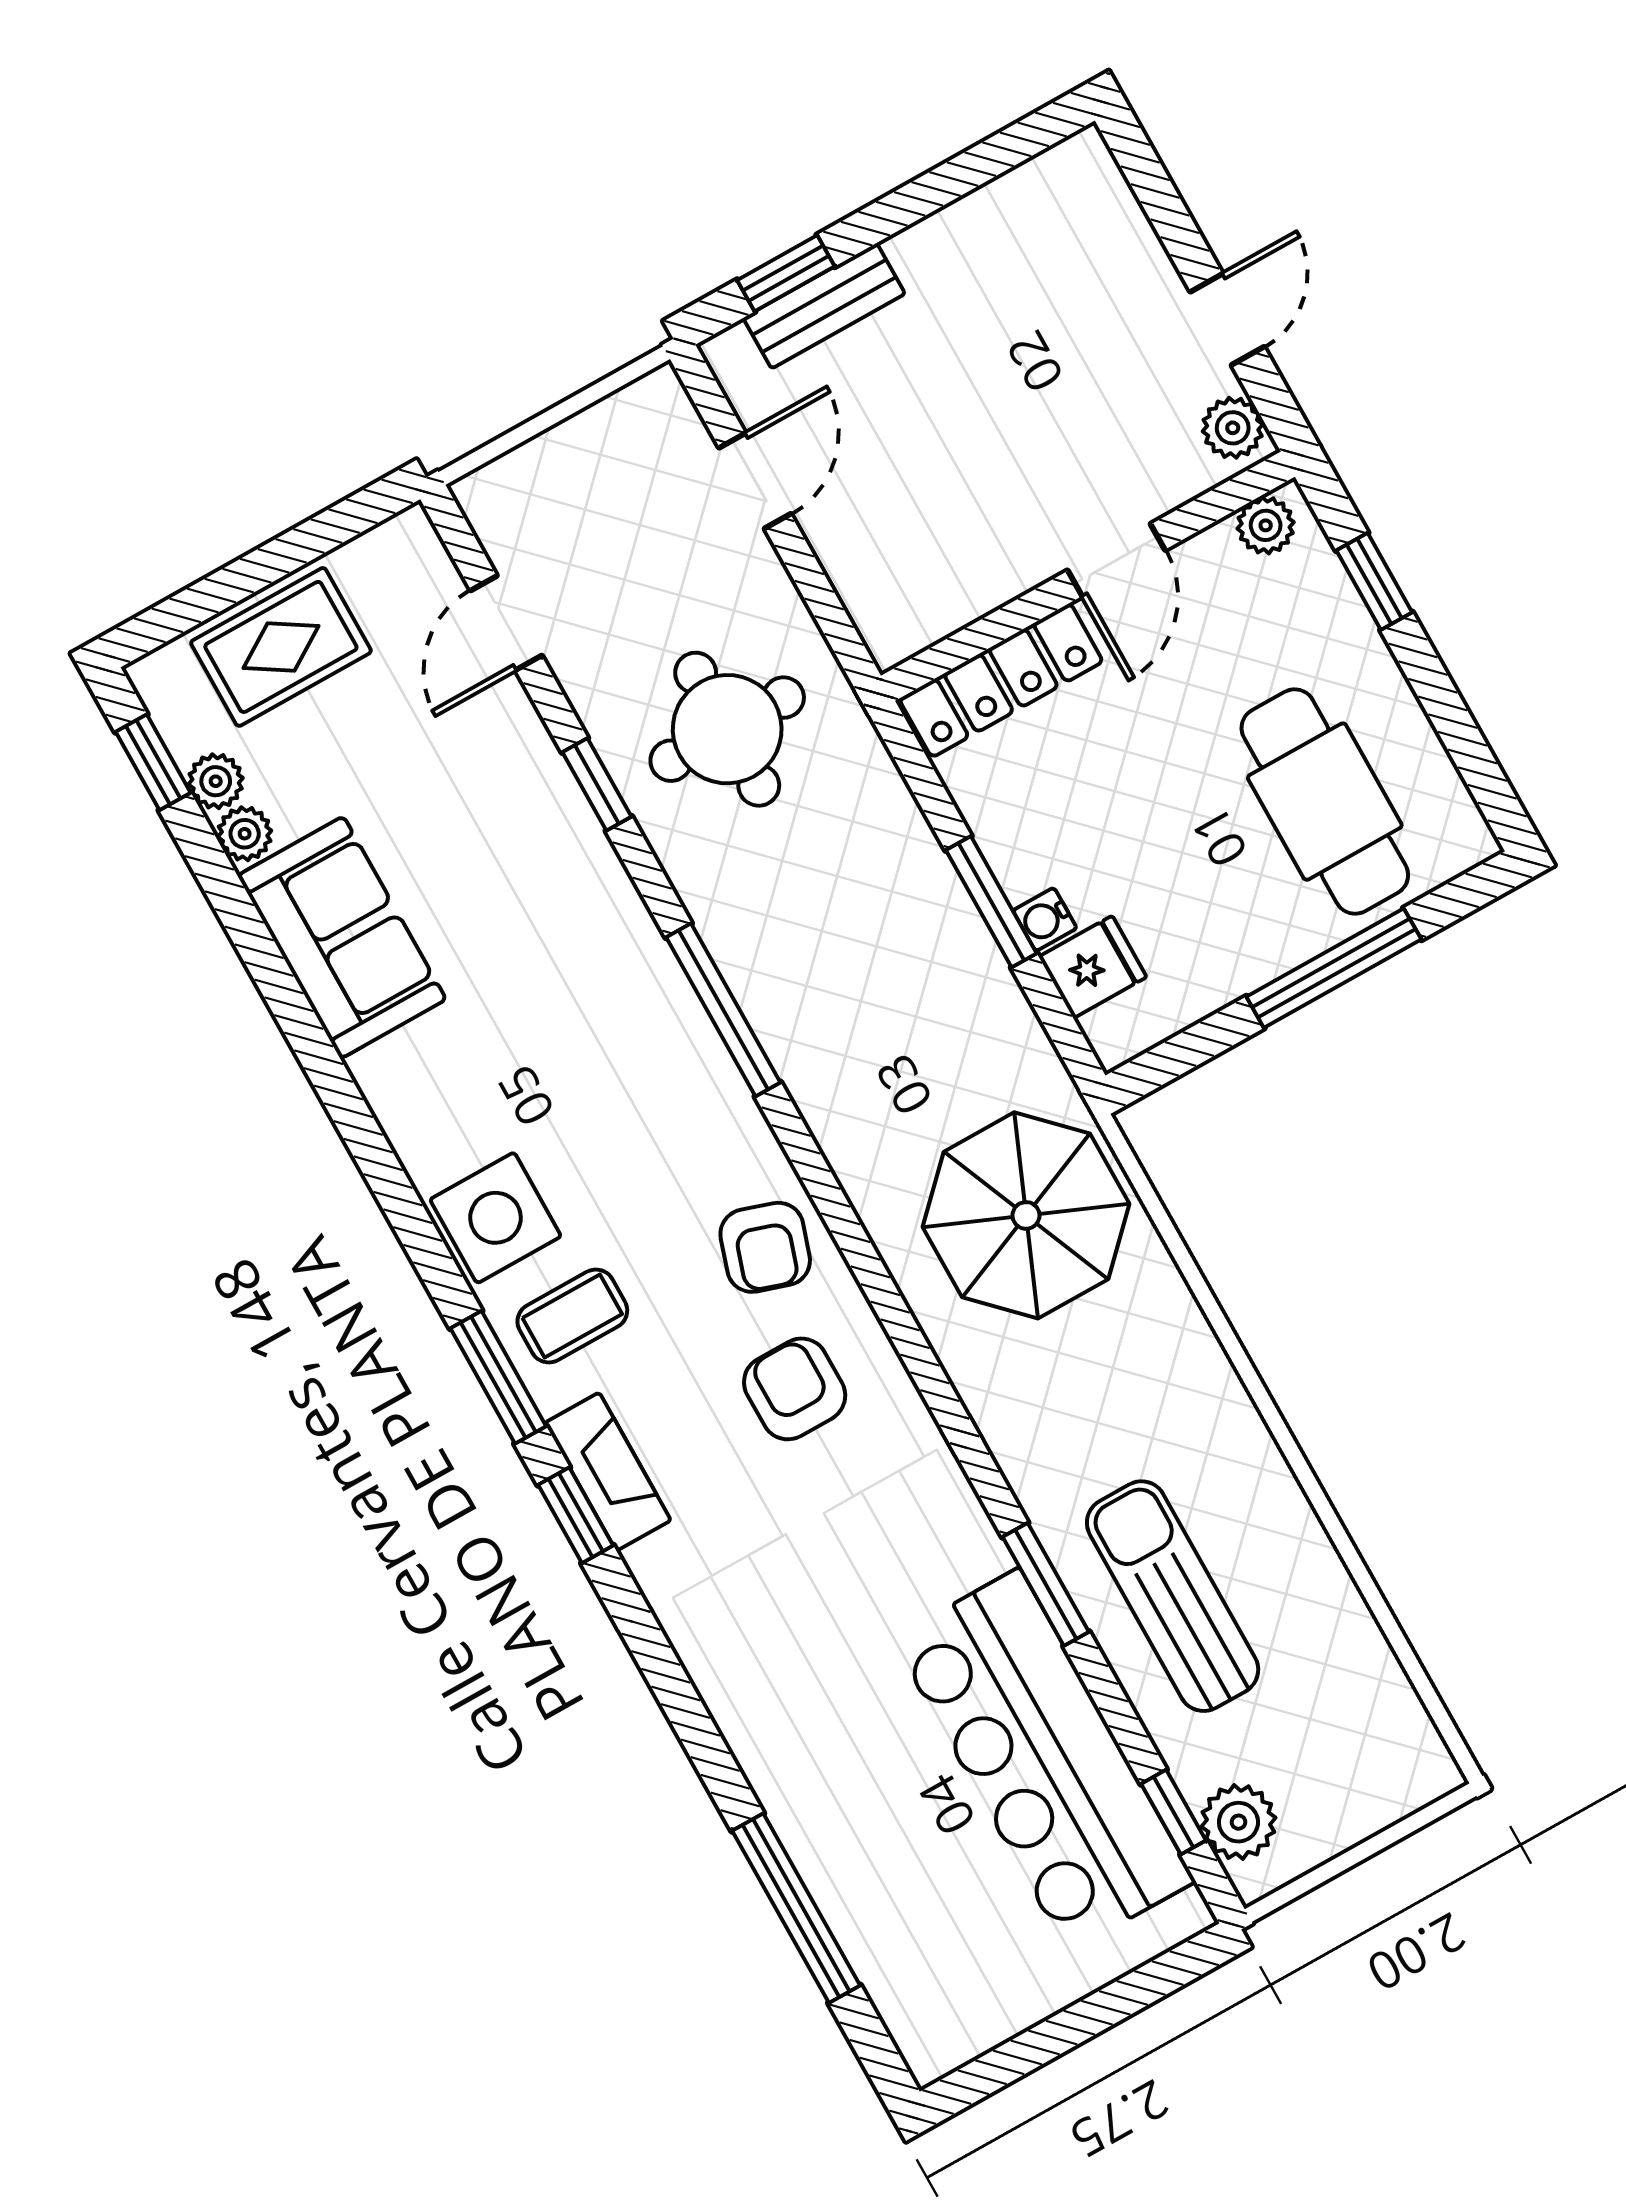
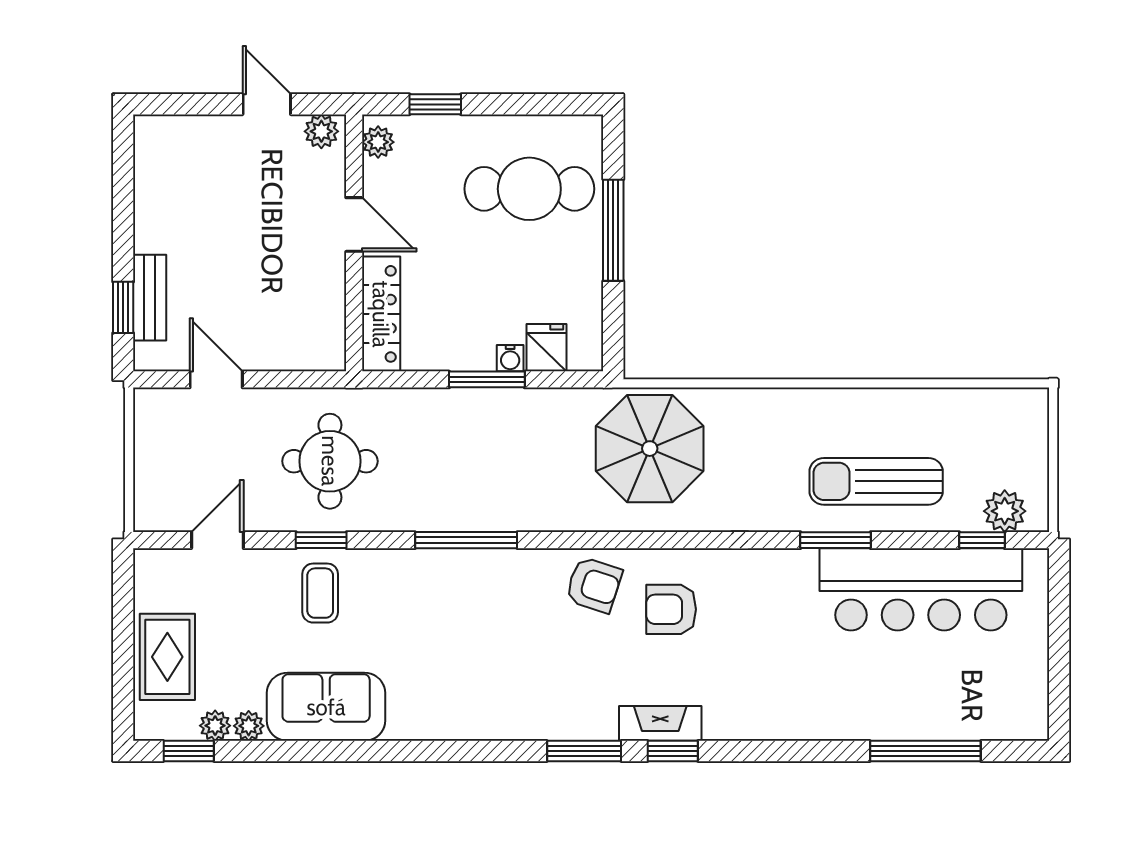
door: (506, 623) -> (217, 540), swing flipped
side table: (495, 1218) -> (505, 709), removed
coffee table: (572, 1316) -> (320, 593), moved

